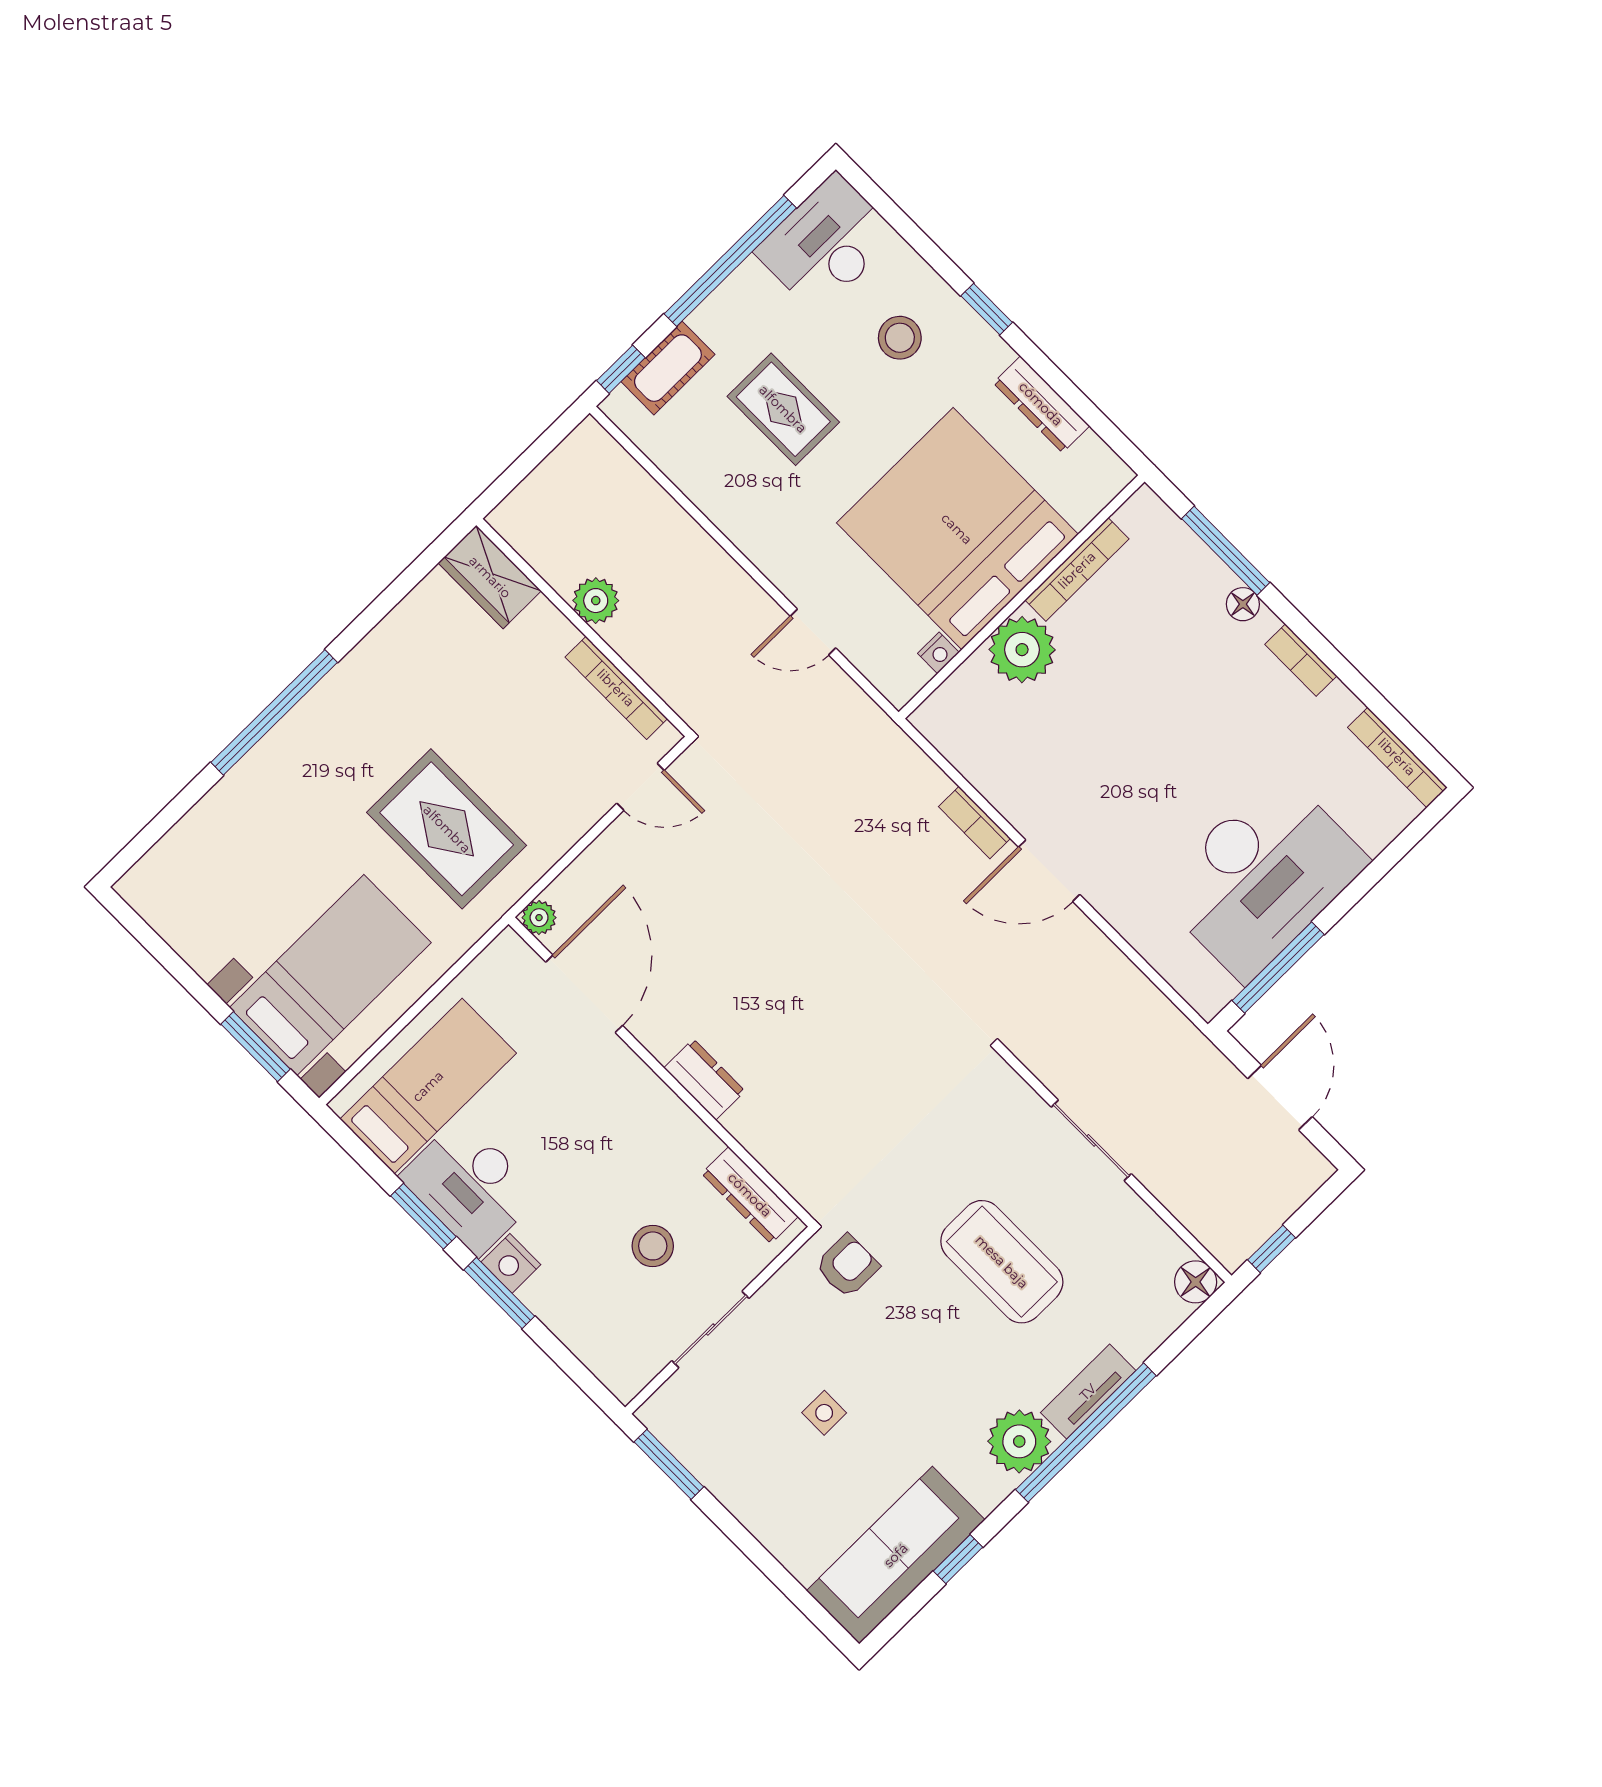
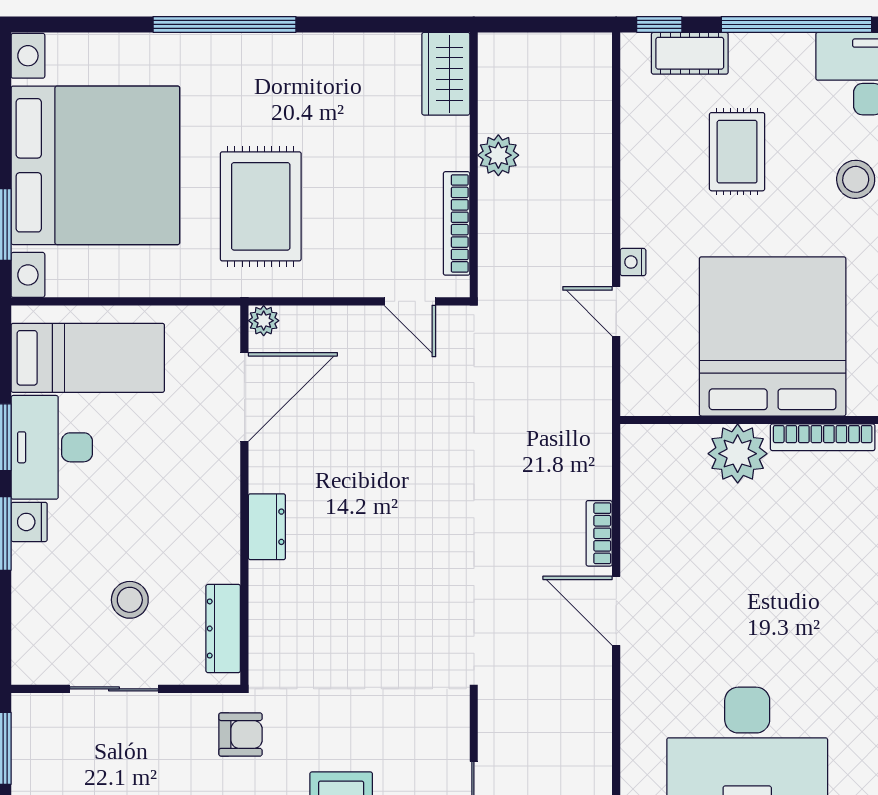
nightstand: (938, 653) -> (633, 262), moved, turned 90
bed with nightstands: (330, 975) -> (95, 165), width x1.85

